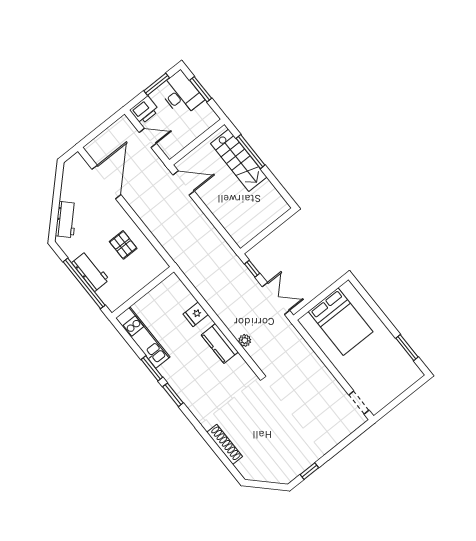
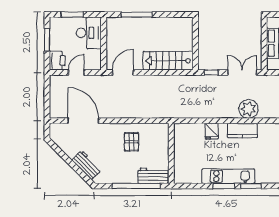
desk: (181, 94) -> (89, 33), moved, turned 90
stairs: (239, 160) -> (168, 61), moved, turned 180
pallet: (123, 245) -> (131, 142), turned 90
workbench: (90, 271) -> (153, 176), moved
kitchen unit: (143, 338) -> (228, 176), moved
plant: (245, 340) -> (248, 109), width x1.88, depth x1.88

